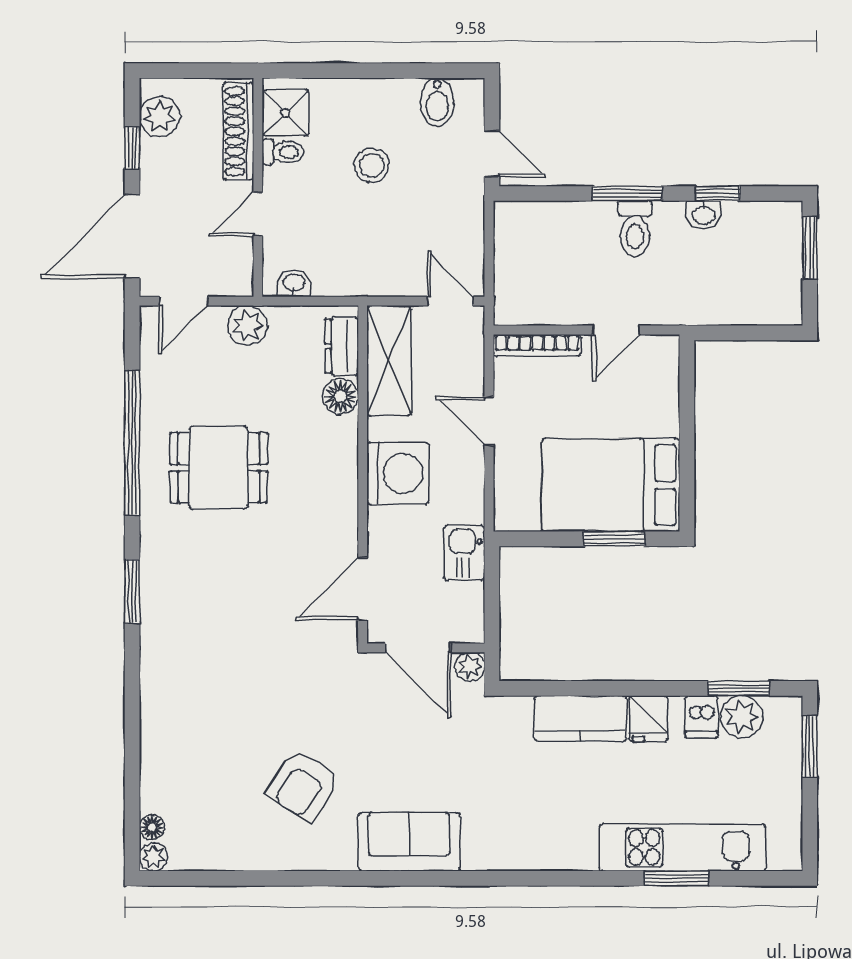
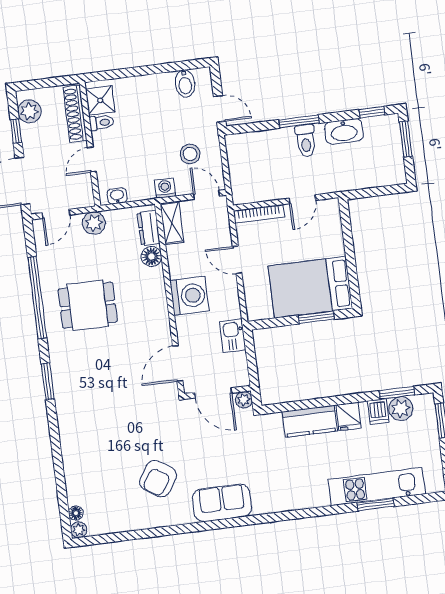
stool: (372, 165) -> (190, 154), moved
window: (718, 193) -> (372, 112), moved
washbasin: (704, 215) -> (344, 131), width x1.91, depth x1.45
washing machine: (379, 281) -> (165, 188), added
shelving: (389, 361) -> (172, 223), width x0.67, depth x0.75

